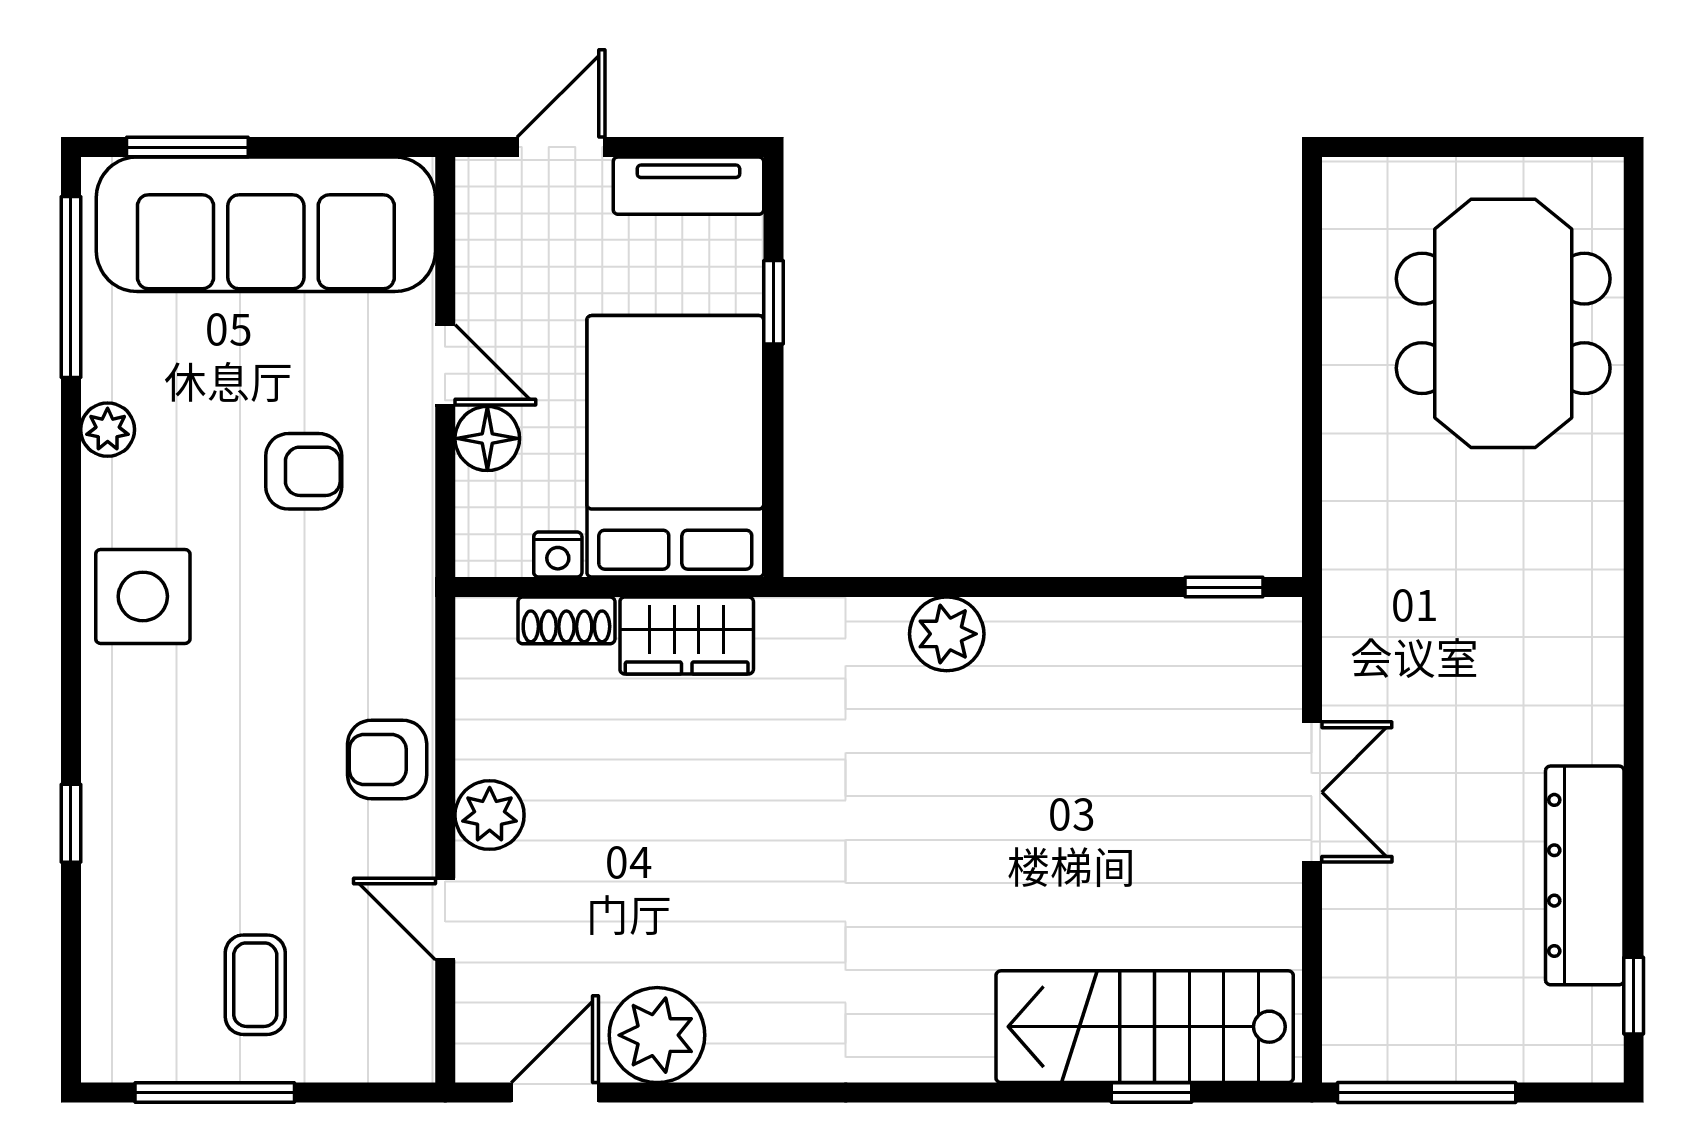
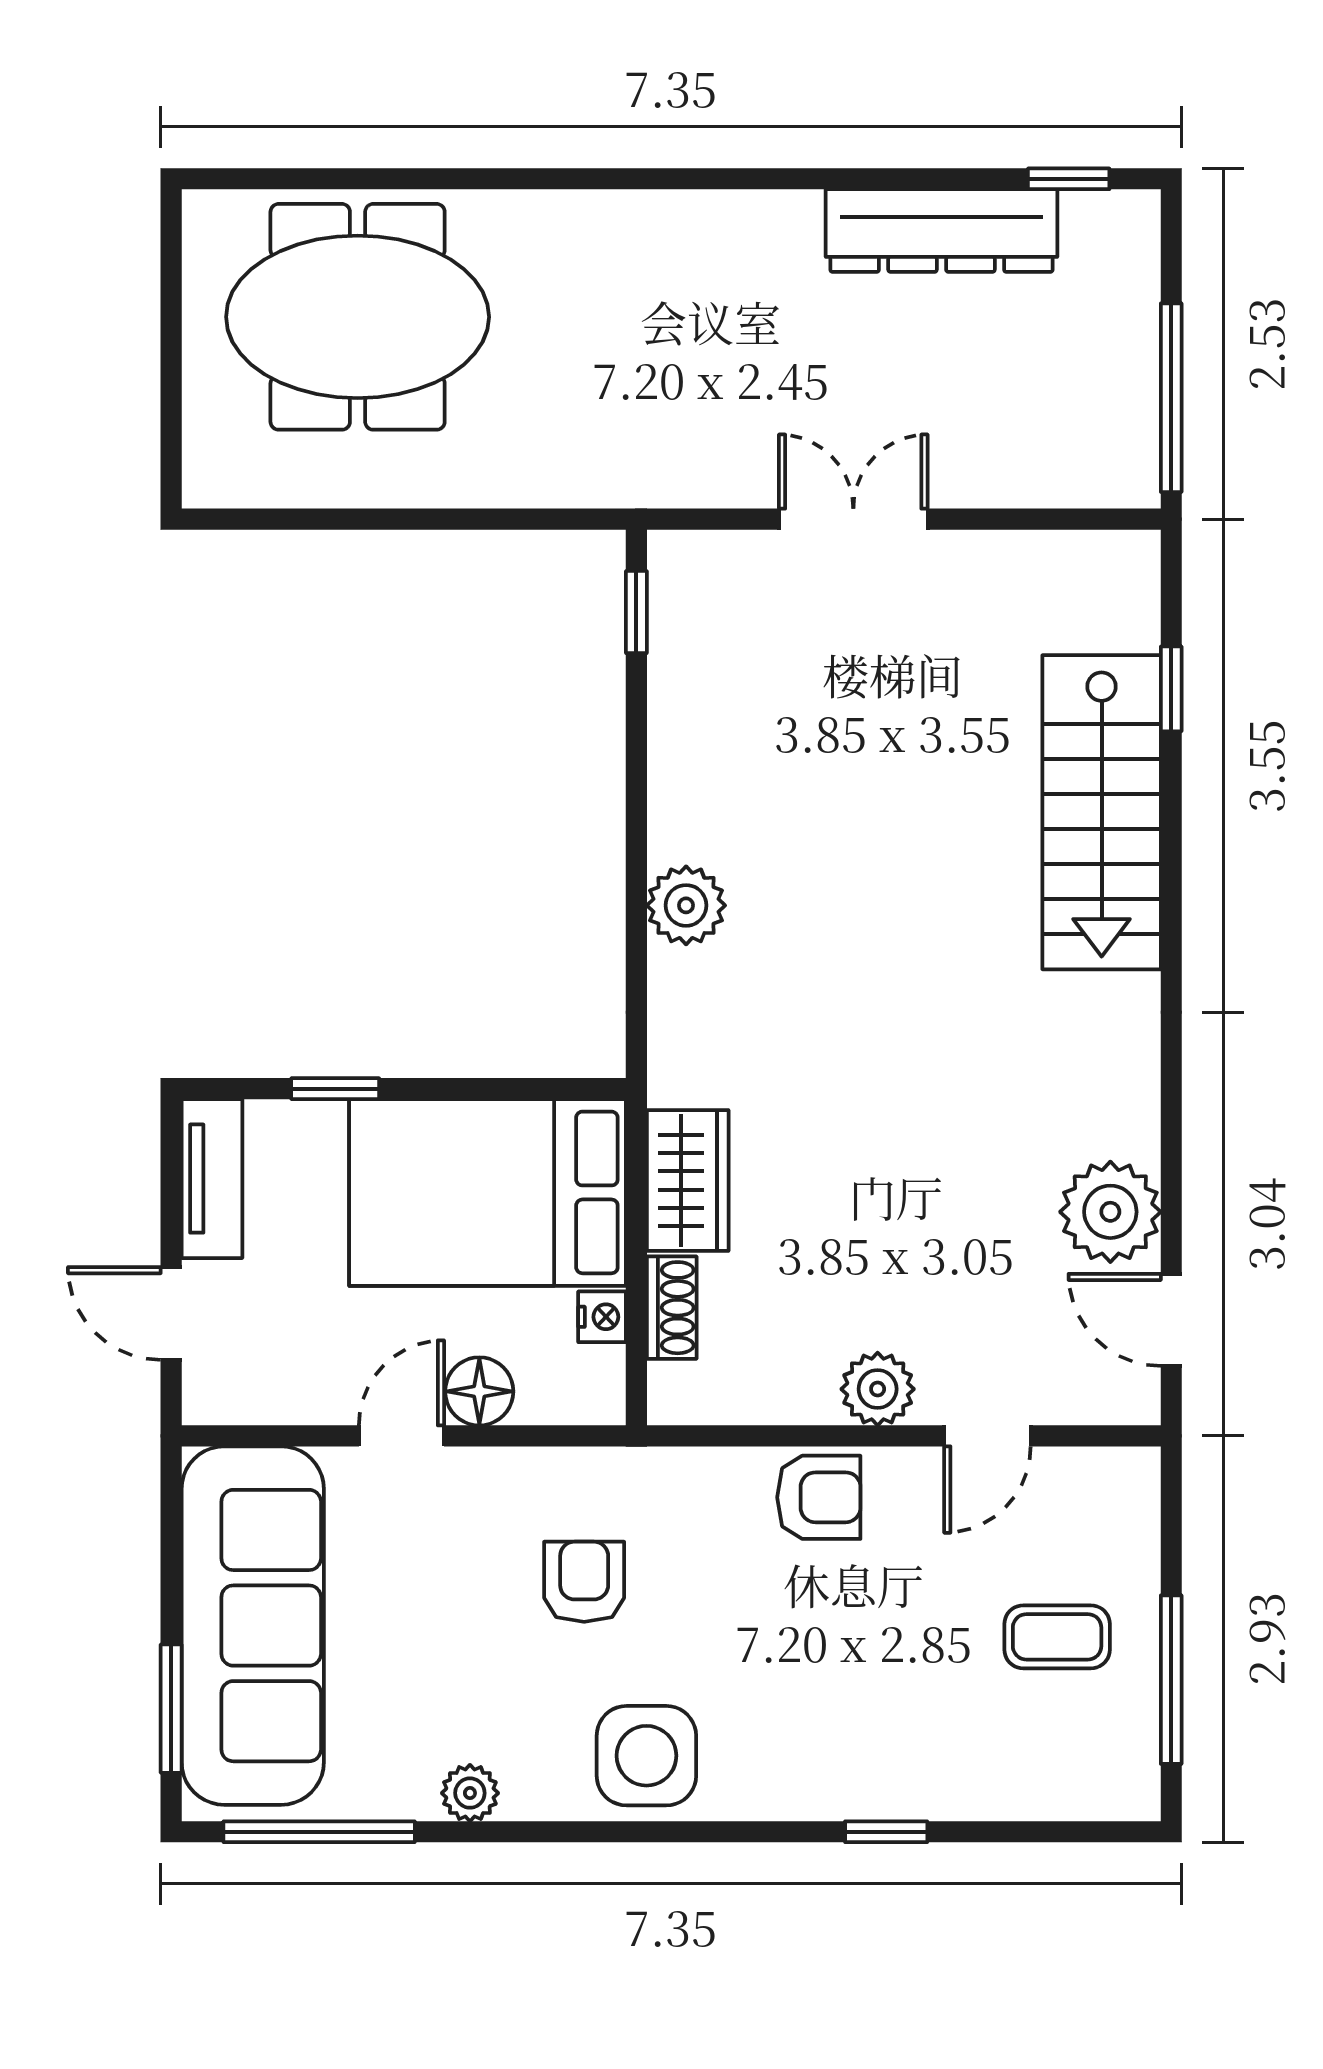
armchair: (304, 471) -> (584, 1582), moved
armchair: (387, 759) -> (819, 1497), turned -90
stairs: (1145, 1027) -> (1102, 812), moved

